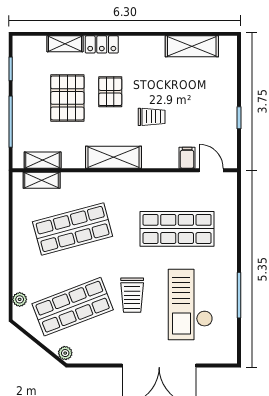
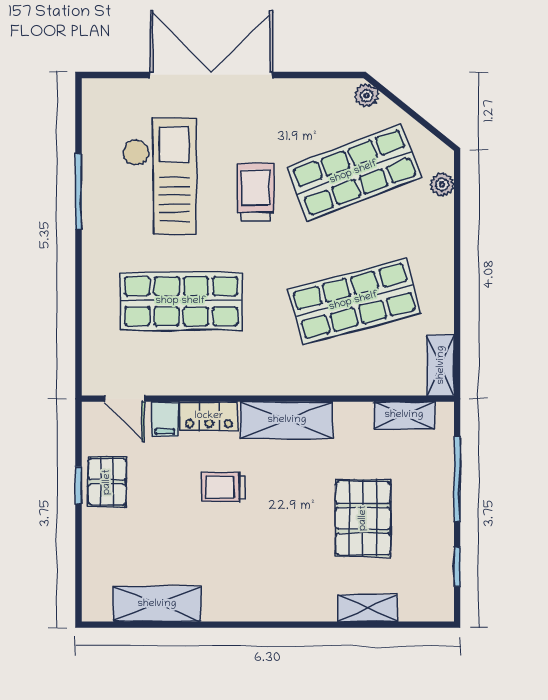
locker: (102, 44) -> (209, 416), moved, turned 180
pallet: (110, 92) -> (107, 482), moved
shelving: (42, 180) -> (441, 365), moved, turned 90

